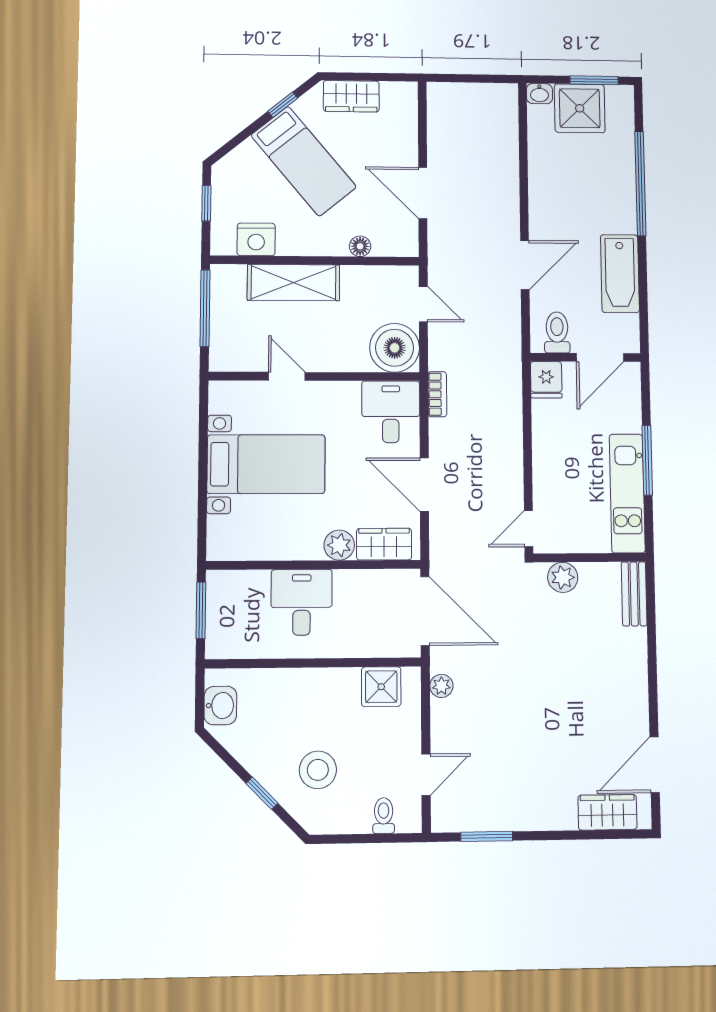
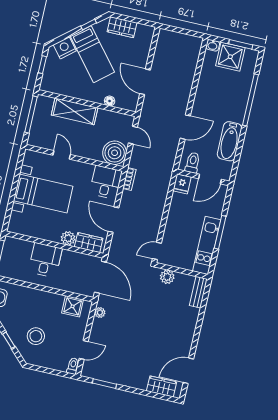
nightstand: (256, 239) -> (65, 48), moved, turned 140
toilet: (384, 816) -> (73, 366), moved

